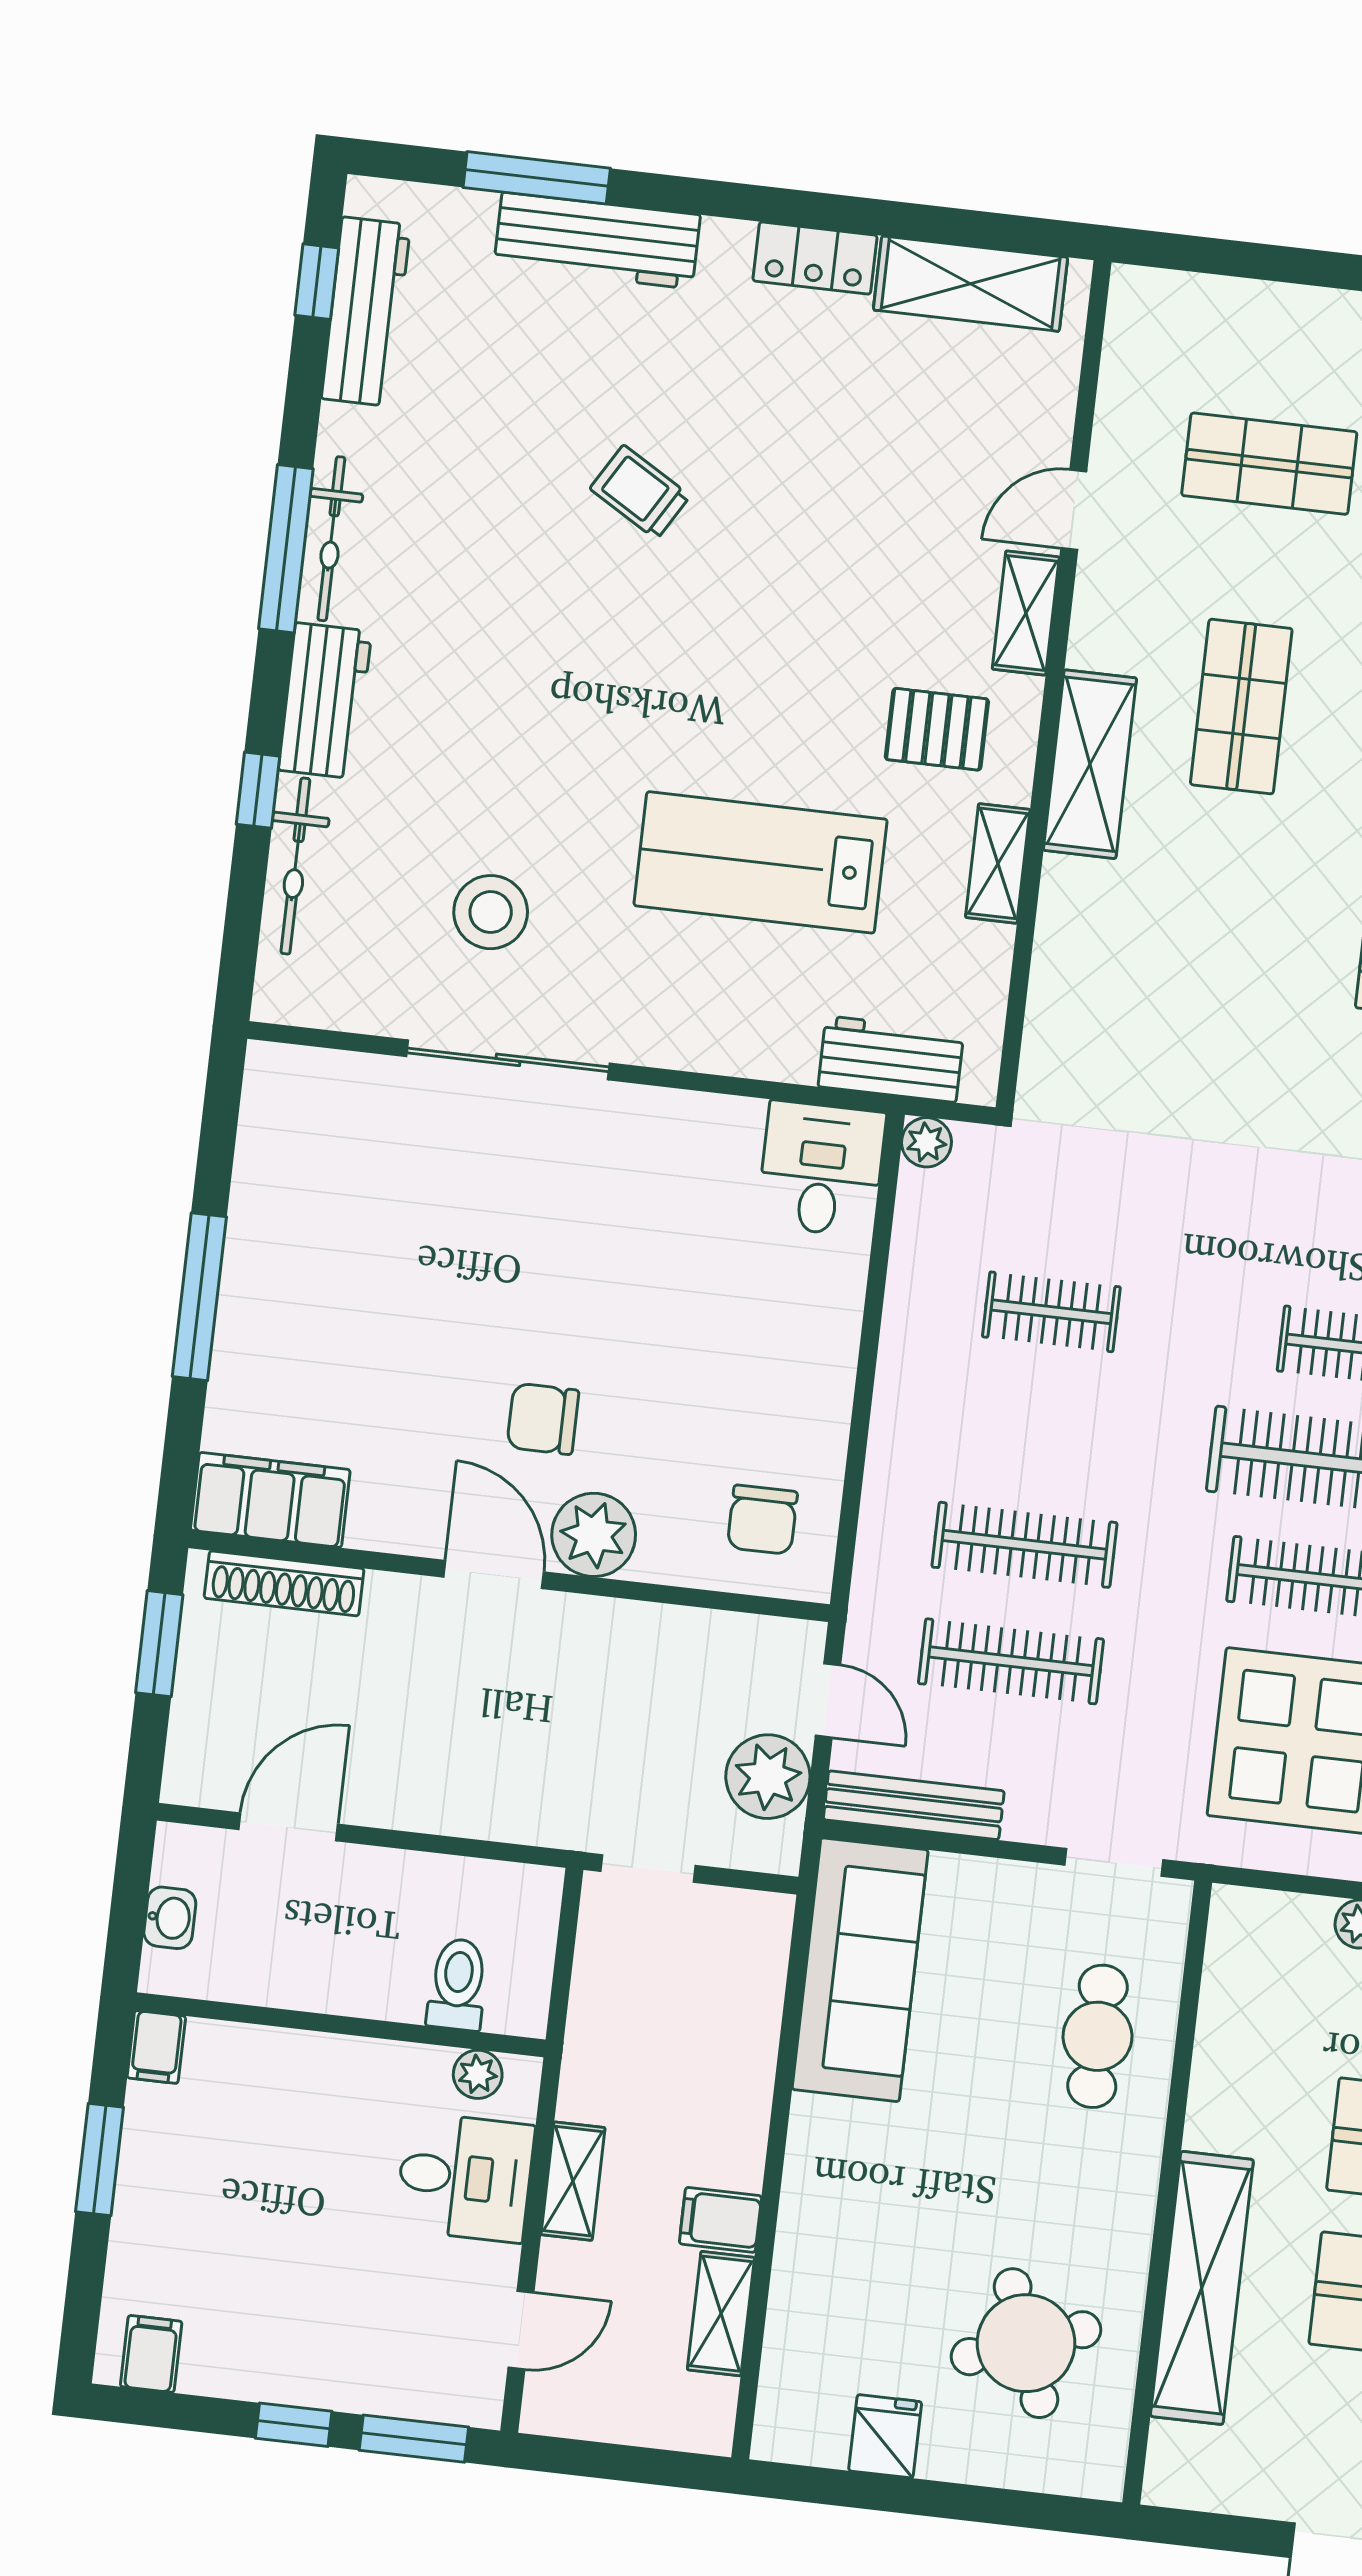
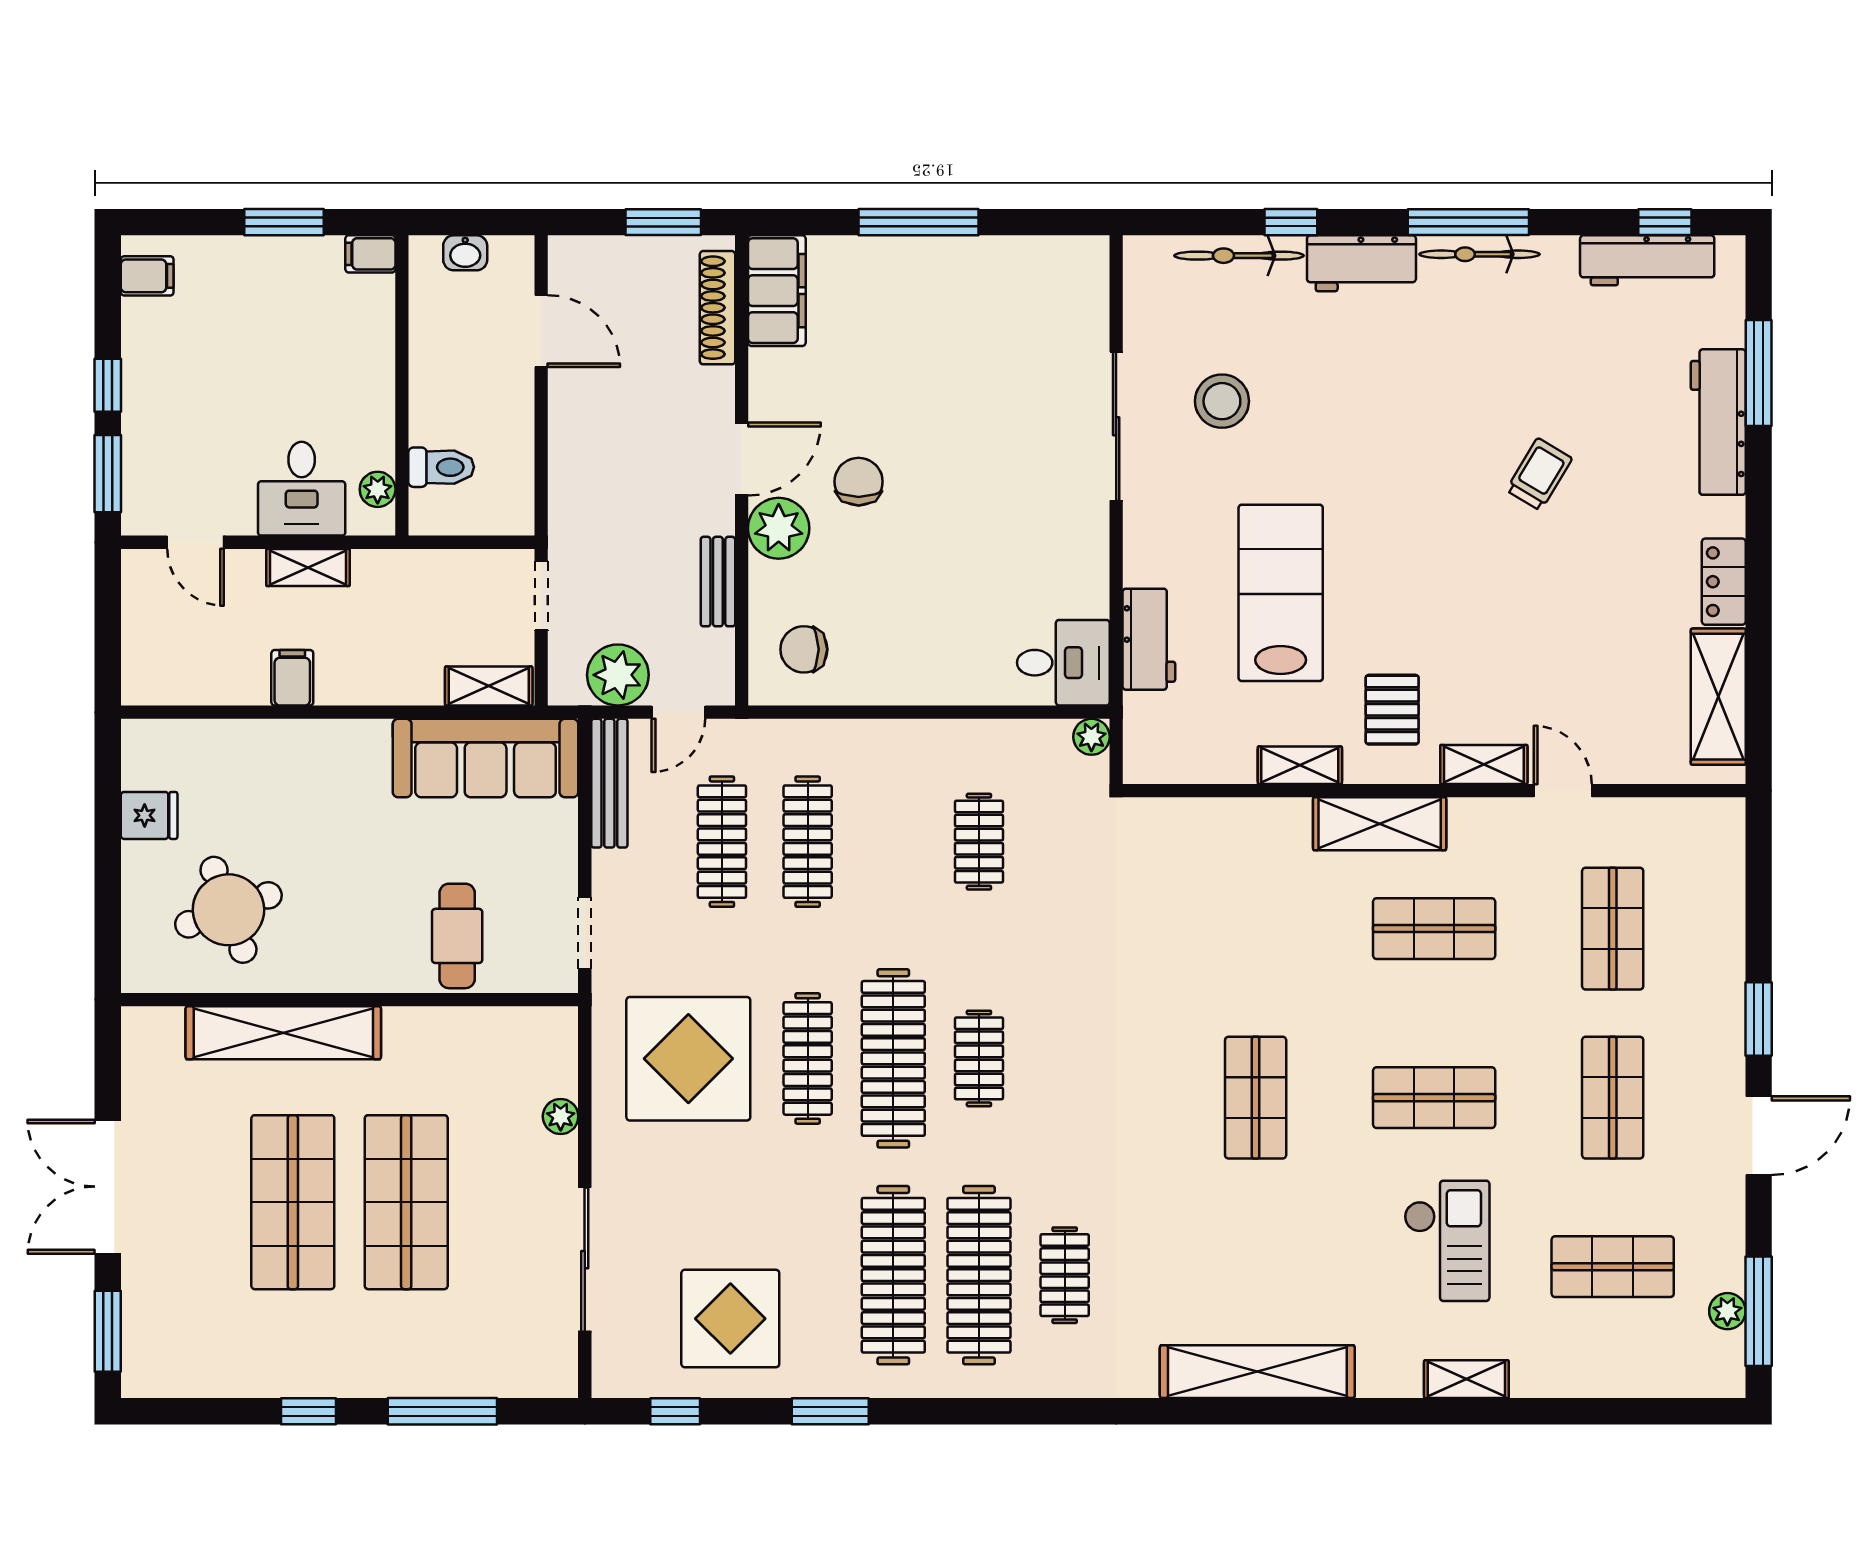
workbench: (891, 1059) -> (1149, 639), moved
bench: (657, 1626) -> (718, 582), added
cafe table: (1098, 2036) -> (457, 936), turned 90
shelving: (721, 2314) -> (489, 686), moved

